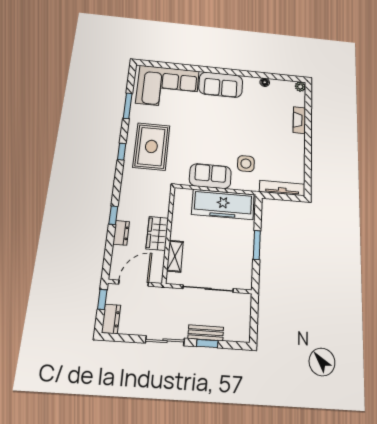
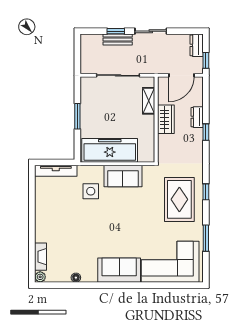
fireplace: (299, 120) -> (41, 257), moved

